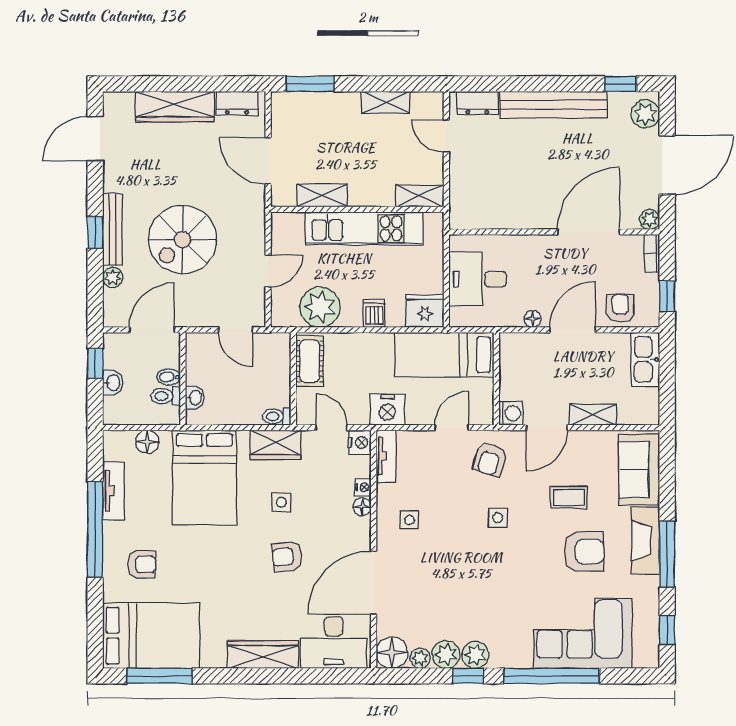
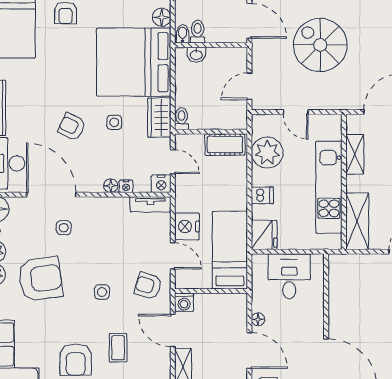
shelving: (420, 196) -> (357, 221), width x1.50, depth x1.33
bidet: (169, 377) -> (183, 34), moved
nightstand: (387, 410) -> (187, 226), moved
door: (332, 428) -> (173, 162), hinge flipped
bed: (204, 477) -> (134, 62), width x1.36
side table: (409, 520) -> (64, 228), moved
armchair: (287, 556) -> (72, 127), turned -58
armchair: (481, 597) -> (40, 279), added

